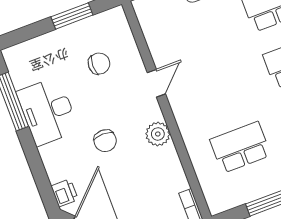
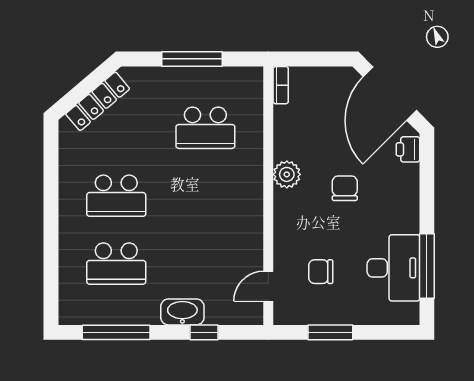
door: (156, 83) -> (268, 286), moved
desk: (48, 111) -> (393, 268), moved

